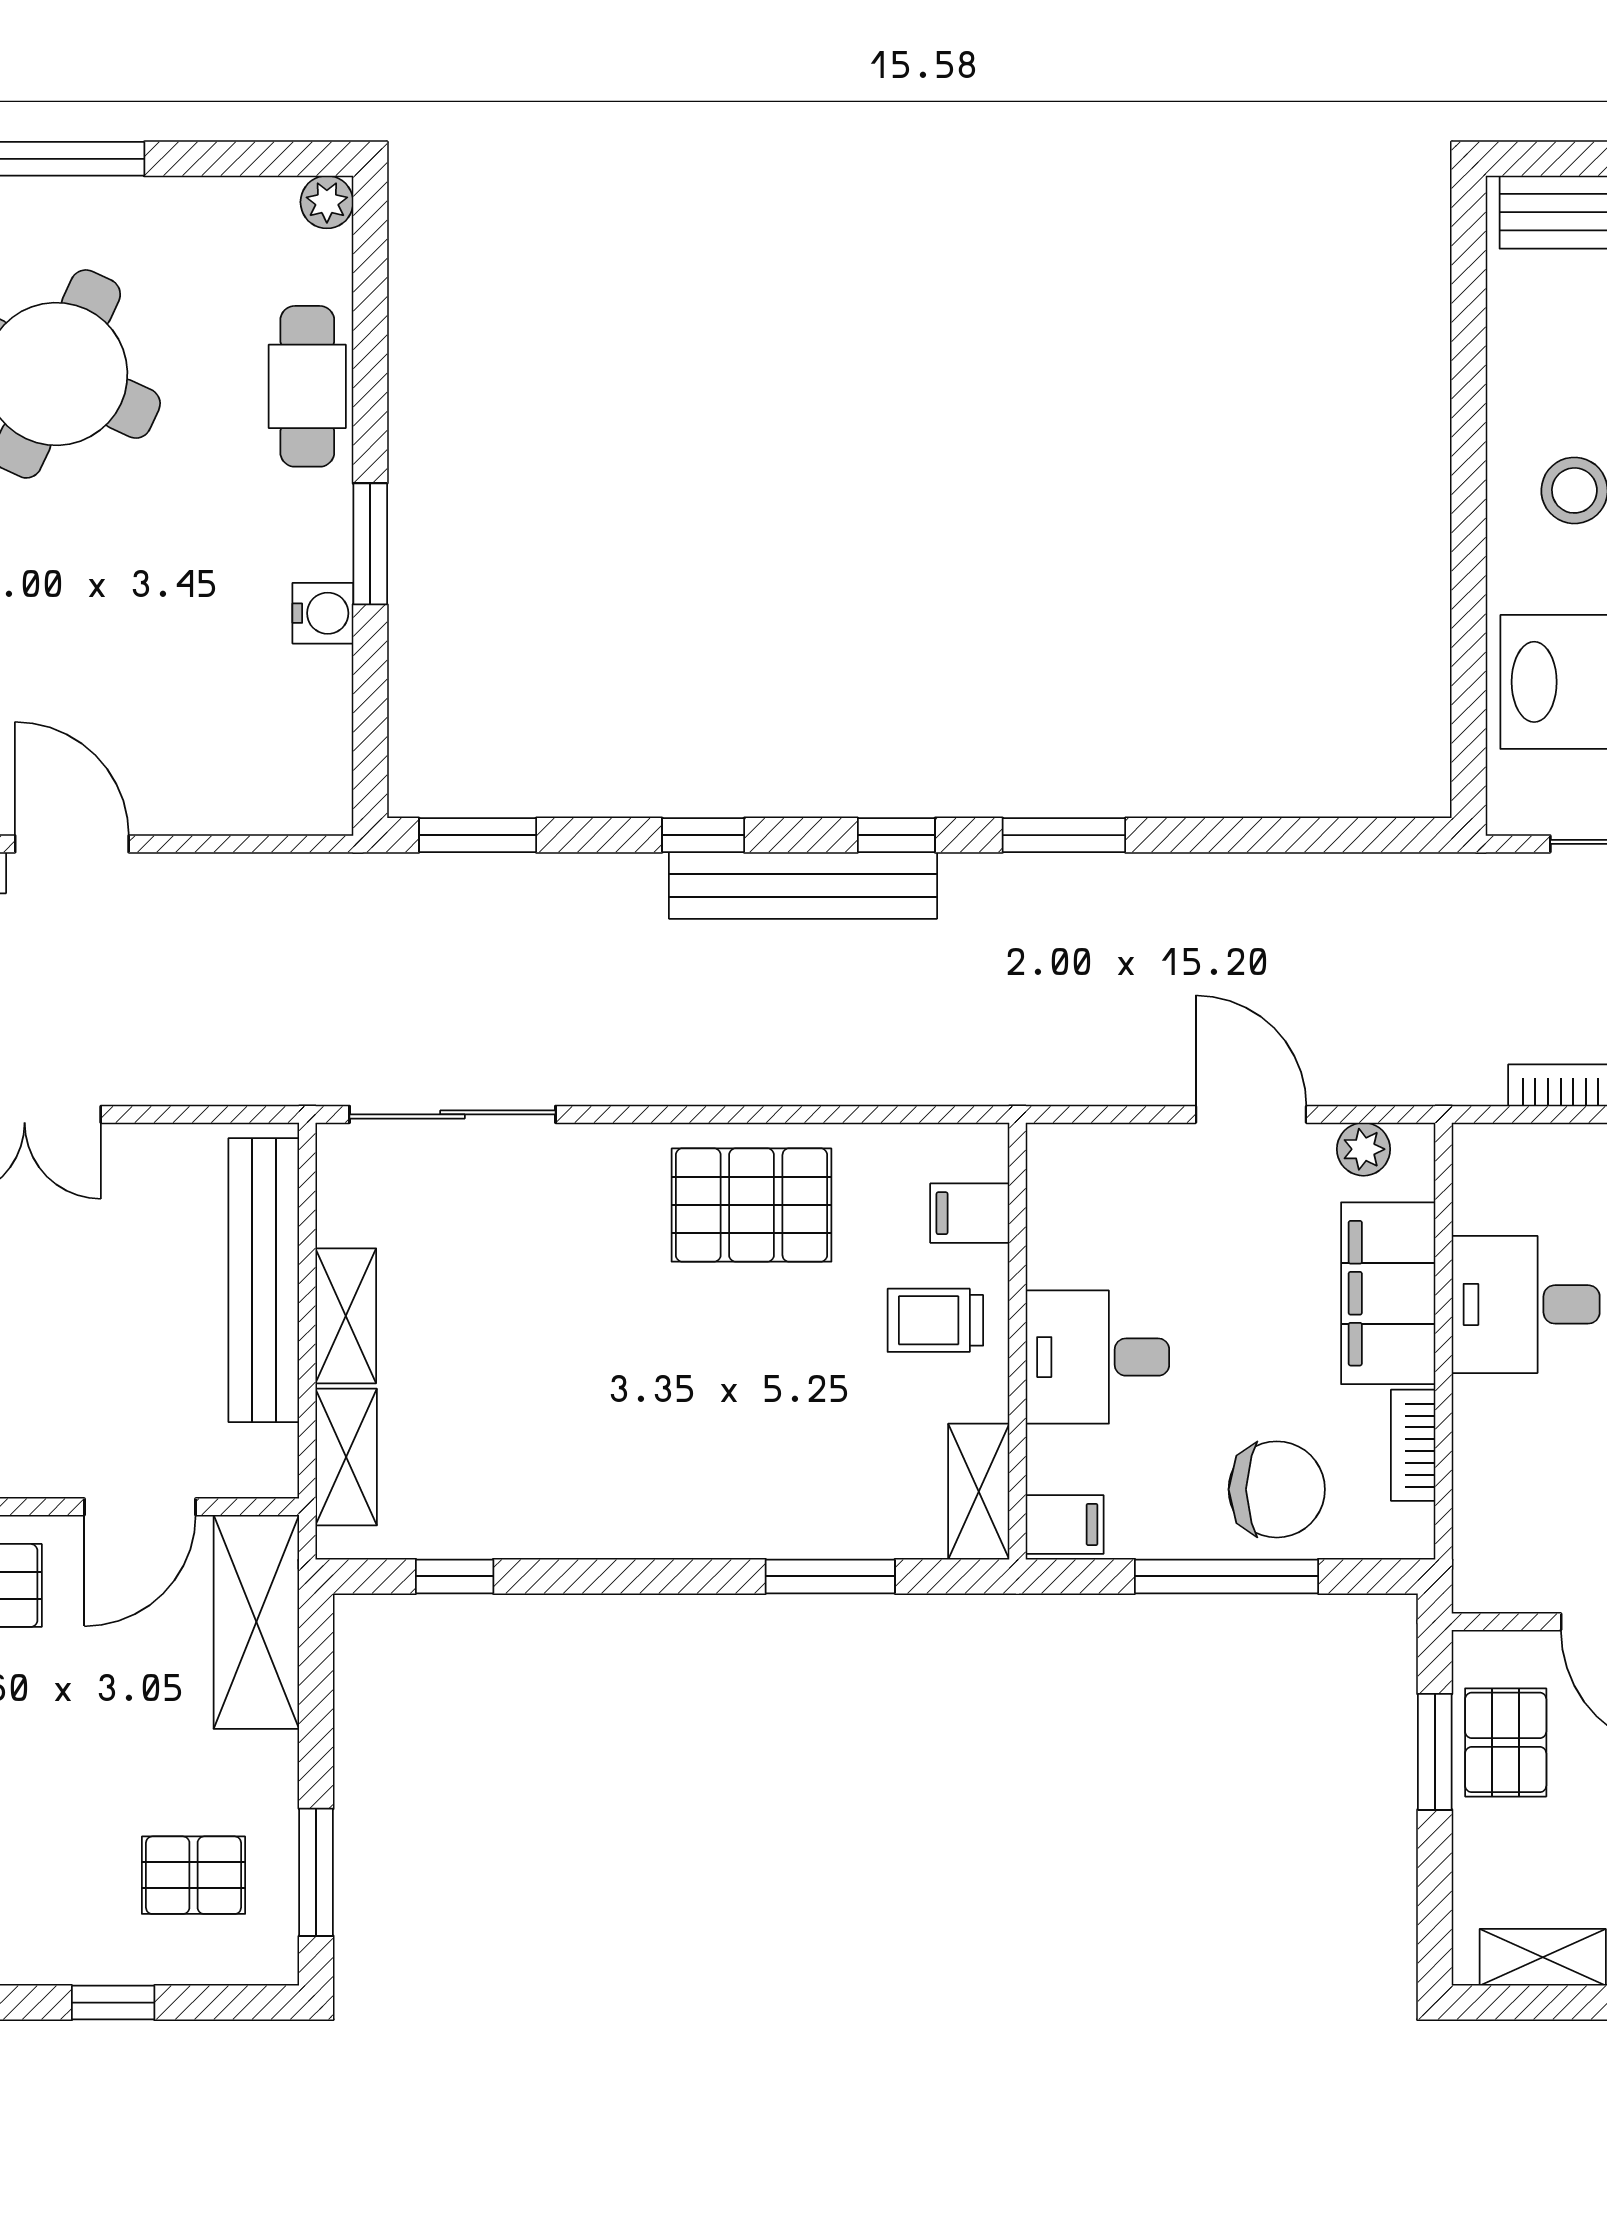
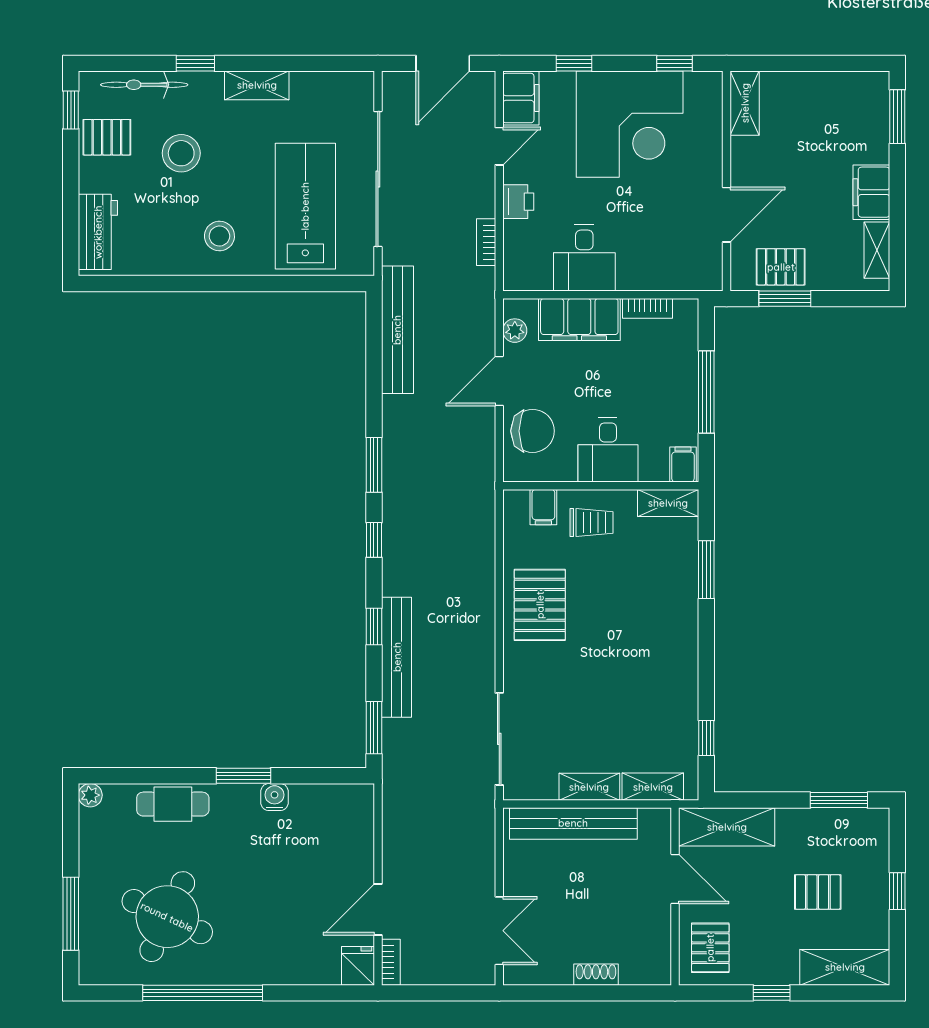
bench: (803, 885) -> (397, 657), moved
bench: (1365, 888) -> (397, 330), added
trolley: (935, 1320) -> (591, 522), turned -90
chair: (1277, 1489) -> (533, 431), moved, turned 90
pallet: (194, 1875) -> (818, 892), moved, turned 90

